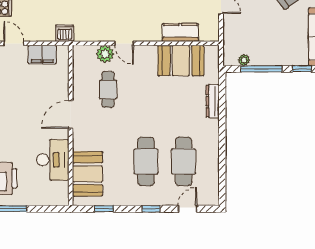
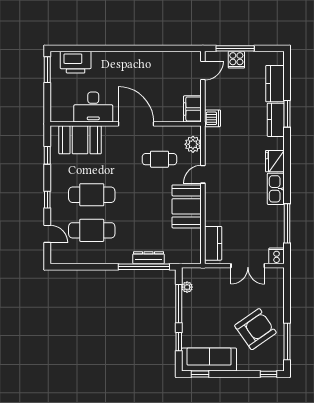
kitchen counter: (180, 32) -> (213, 243), moved
plant: (105, 54) -> (193, 144), moved
filing cabinet: (42, 55) -> (192, 109), moved
booth: (181, 61) -> (187, 206), moved
window: (222, 106) -> (144, 267), added
door: (71, 114) -> (136, 124), width x1.36

